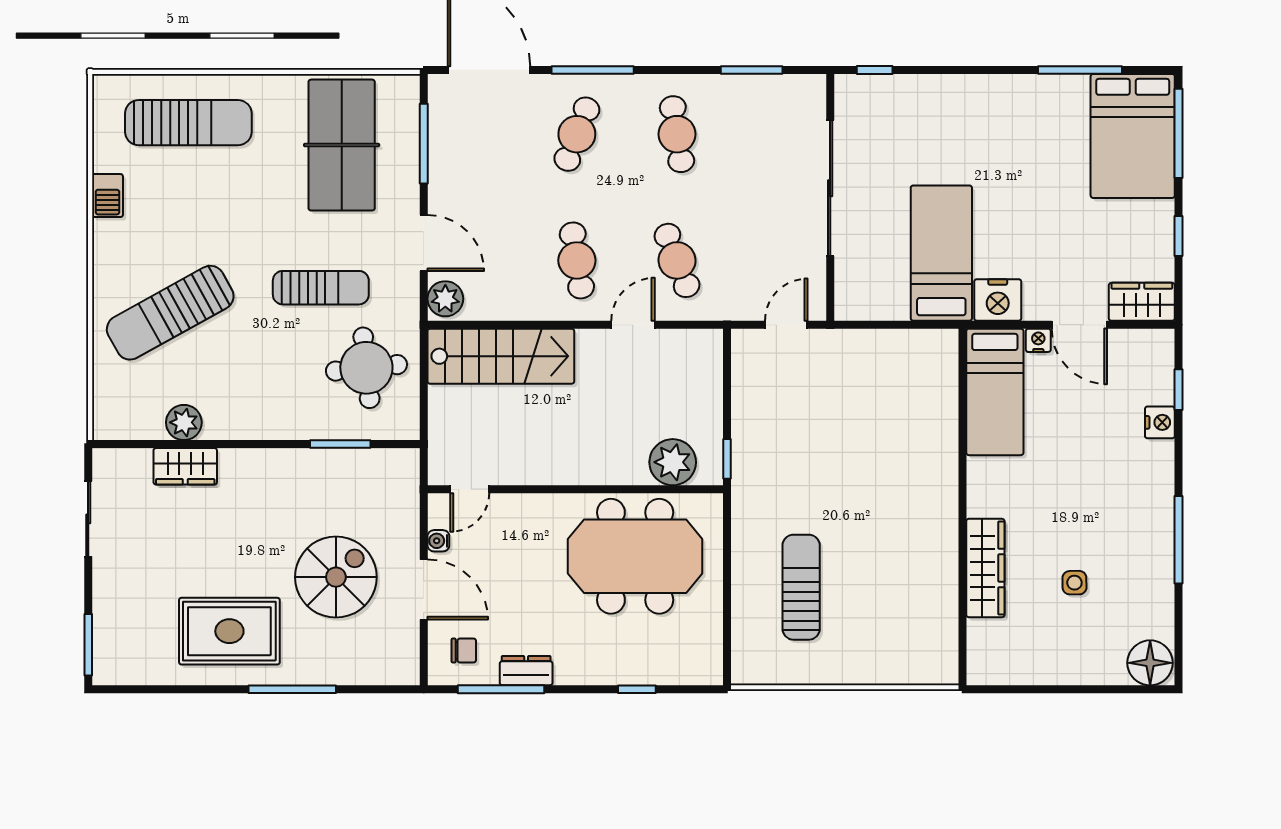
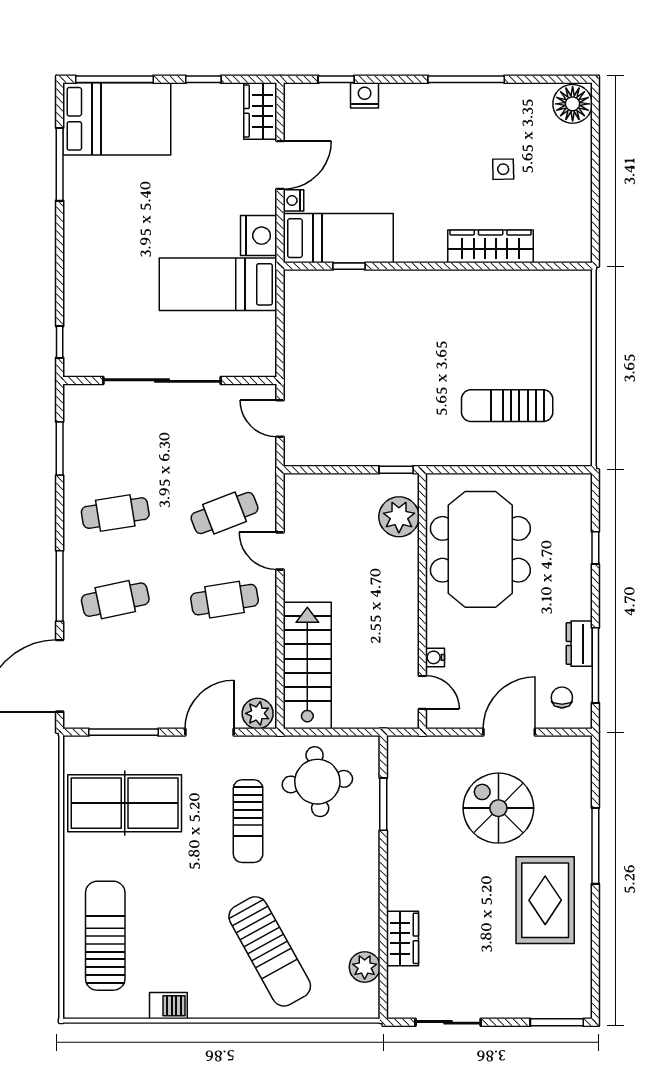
cafe table: (577, 134) -> (115, 600), turned -33
sun lounger: (321, 288) -> (248, 821), turned 180
window: (962, 404) -> (349, 266), added
plant: (184, 422) -> (365, 967), moved
water cooler: (438, 541) -> (435, 657), moved, turned 90

